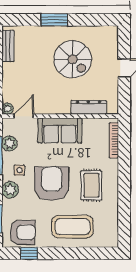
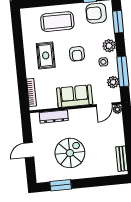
window: (54, 20) -> (61, 185), moved
spiral stairs: (73, 59) -> (70, 153), turned 90
armchair: (52, 184) -> (77, 54), width x0.53, depth x0.53

